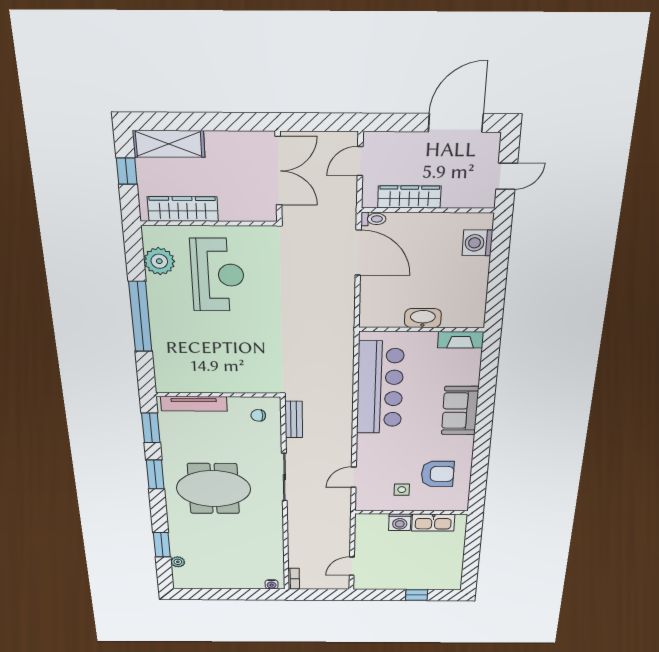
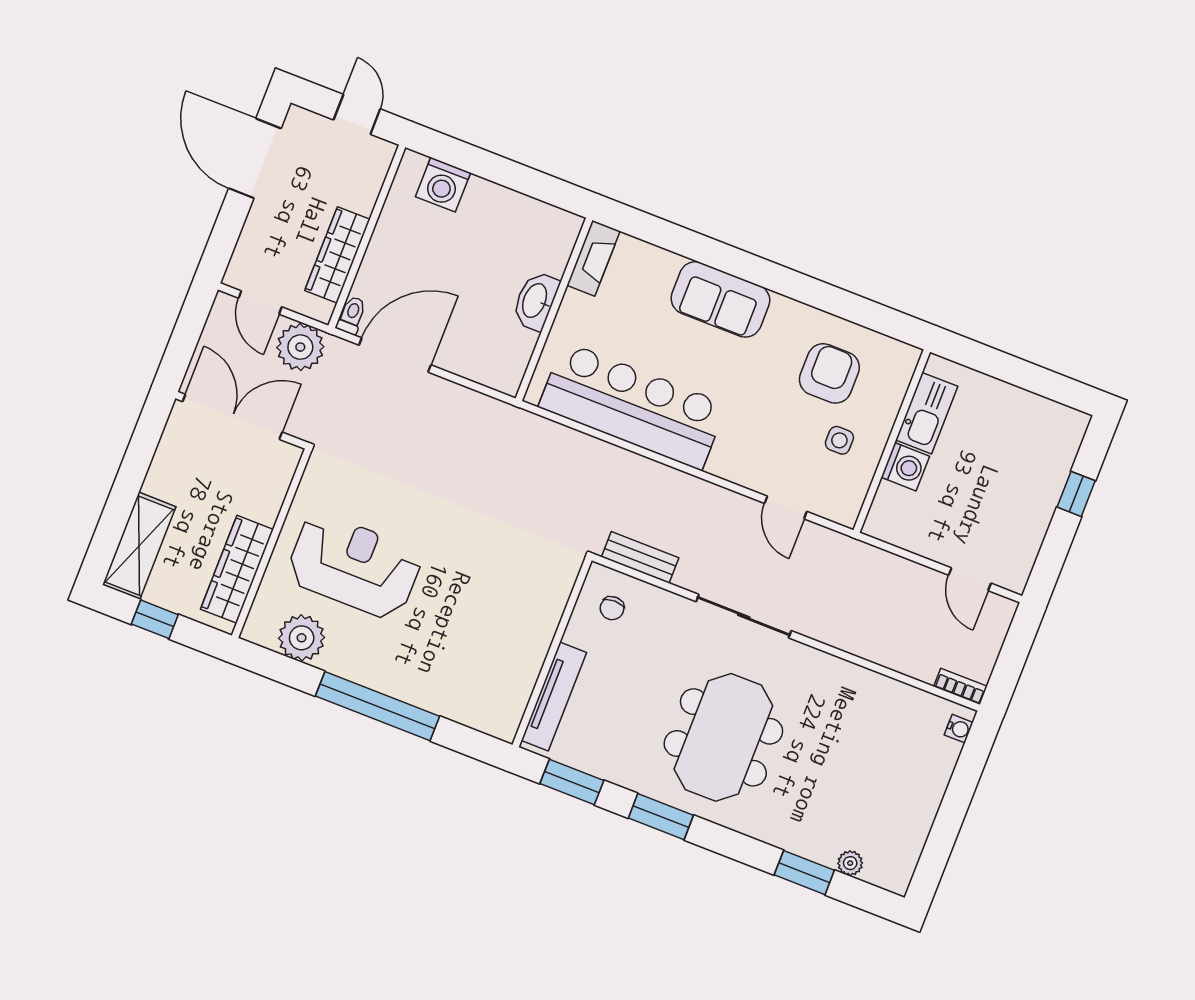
plant: (341, 196) -> (300, 347), added

